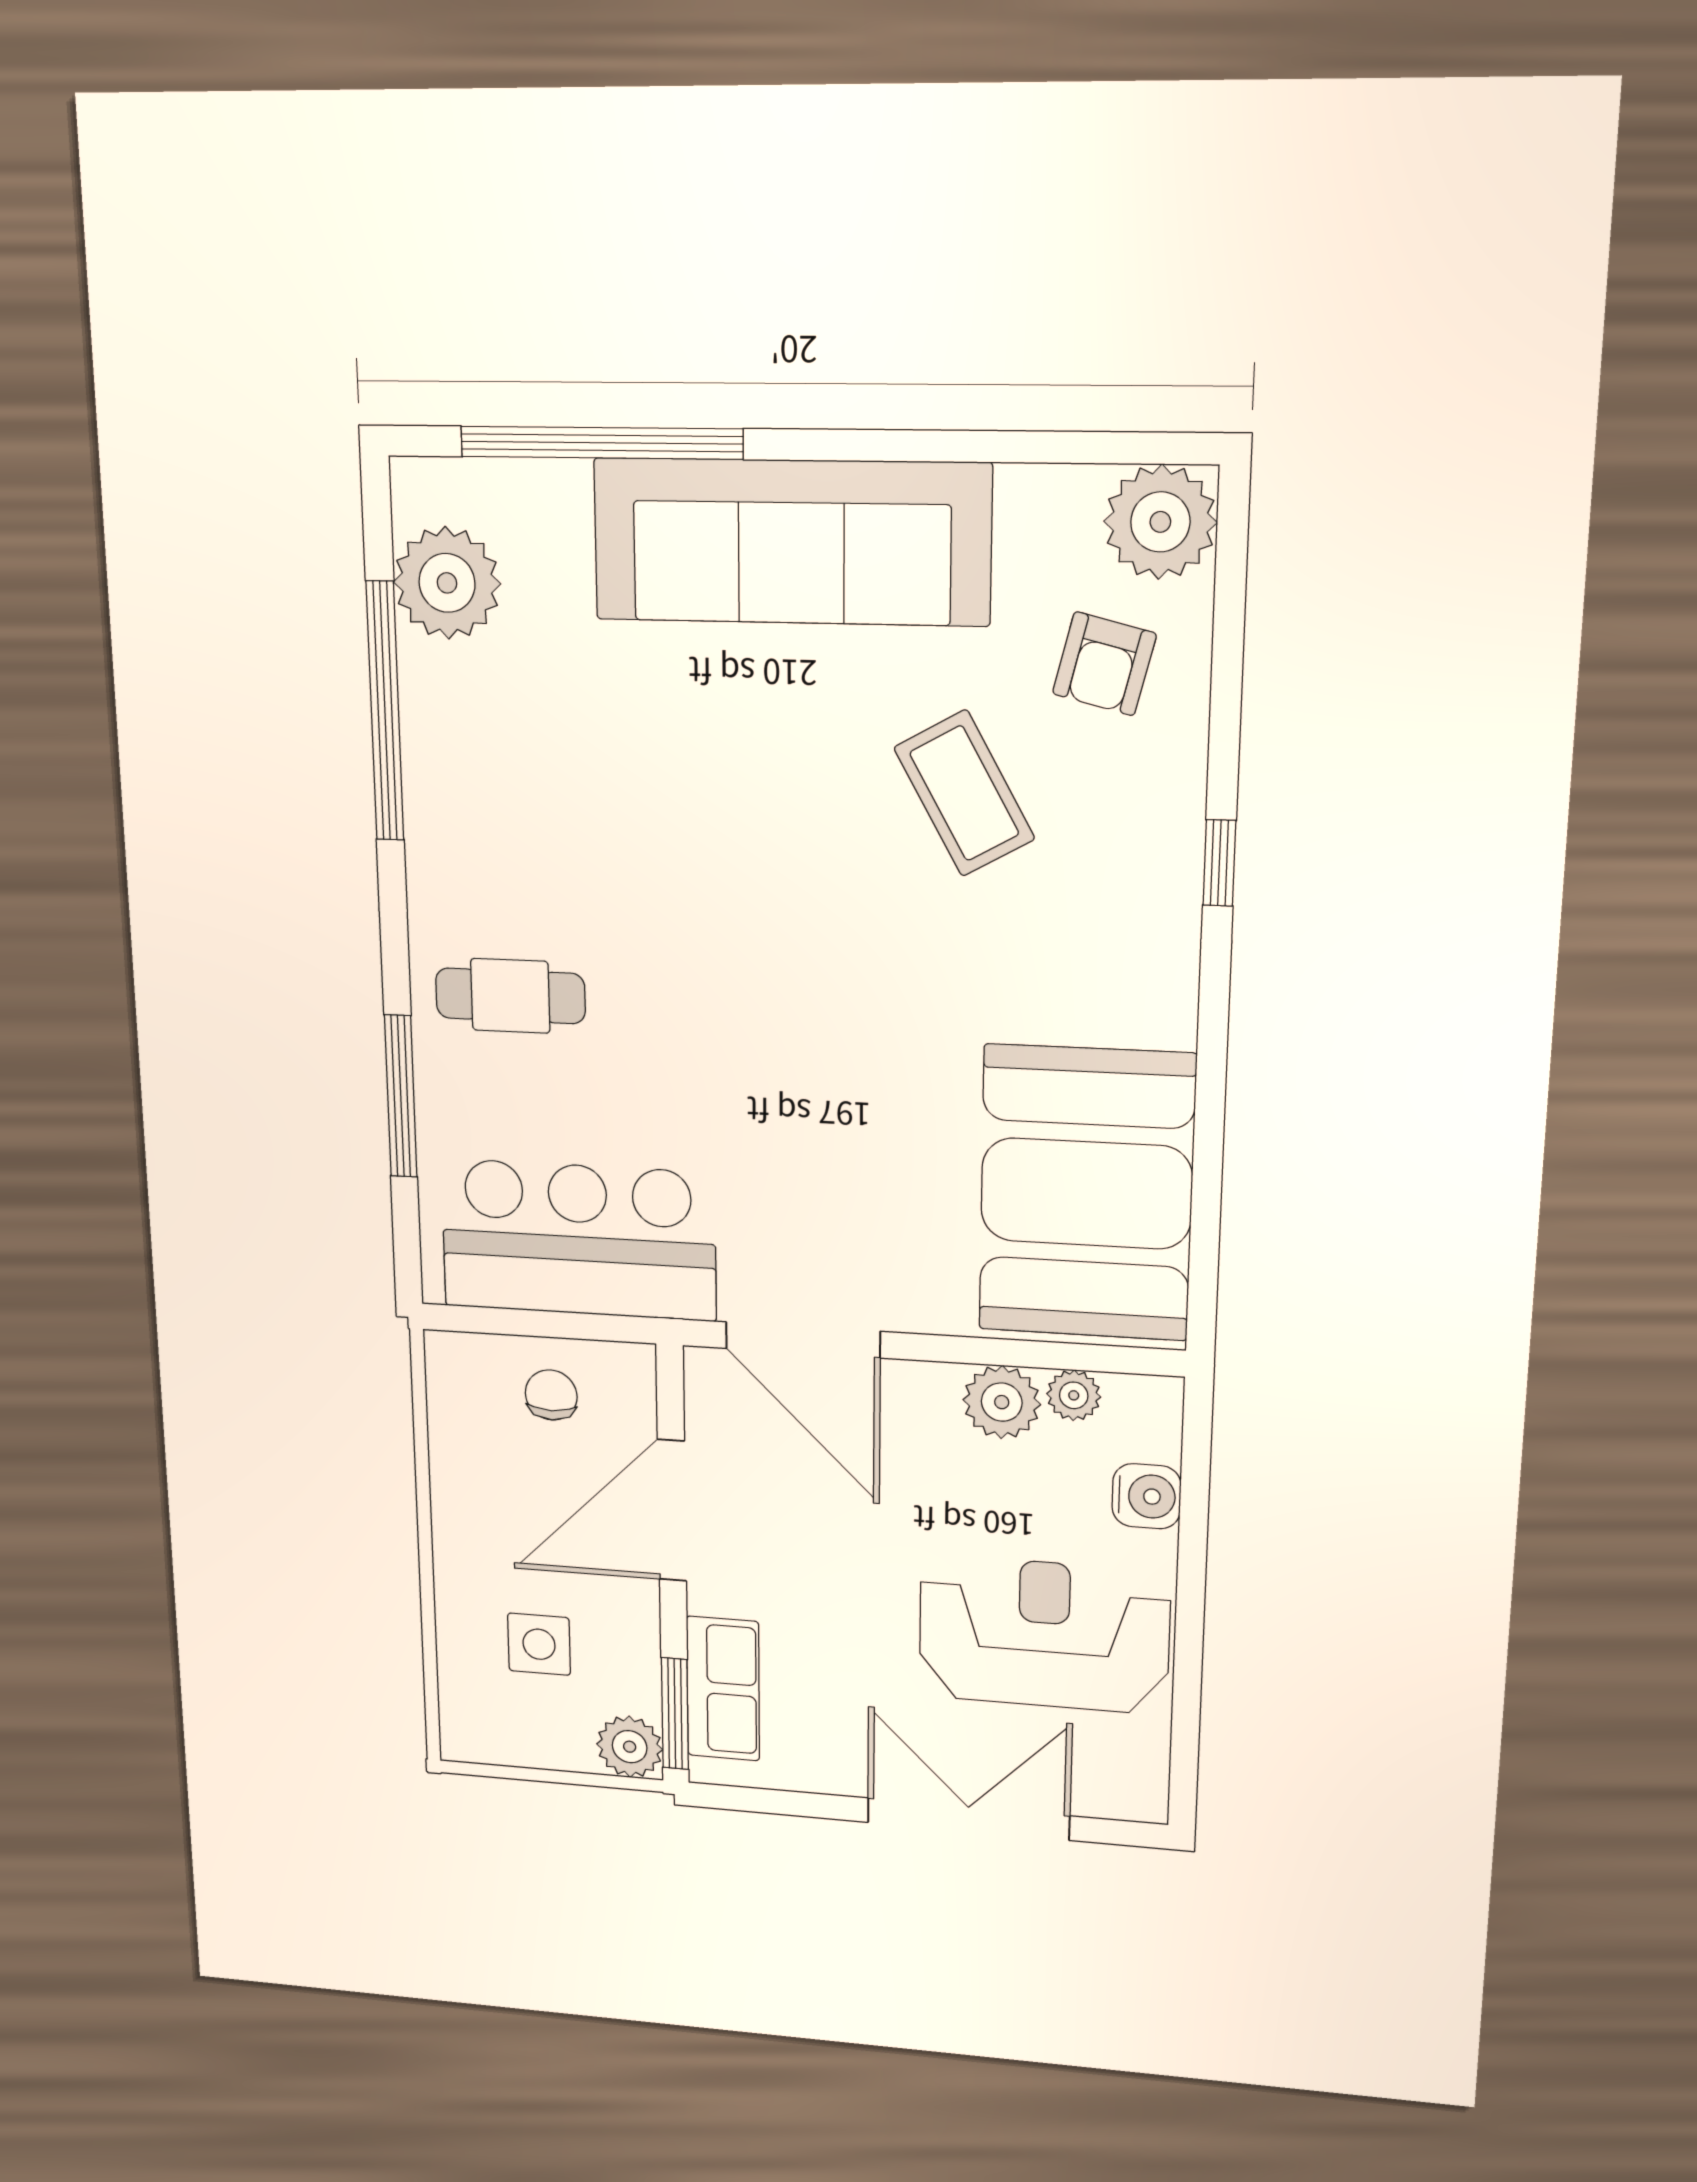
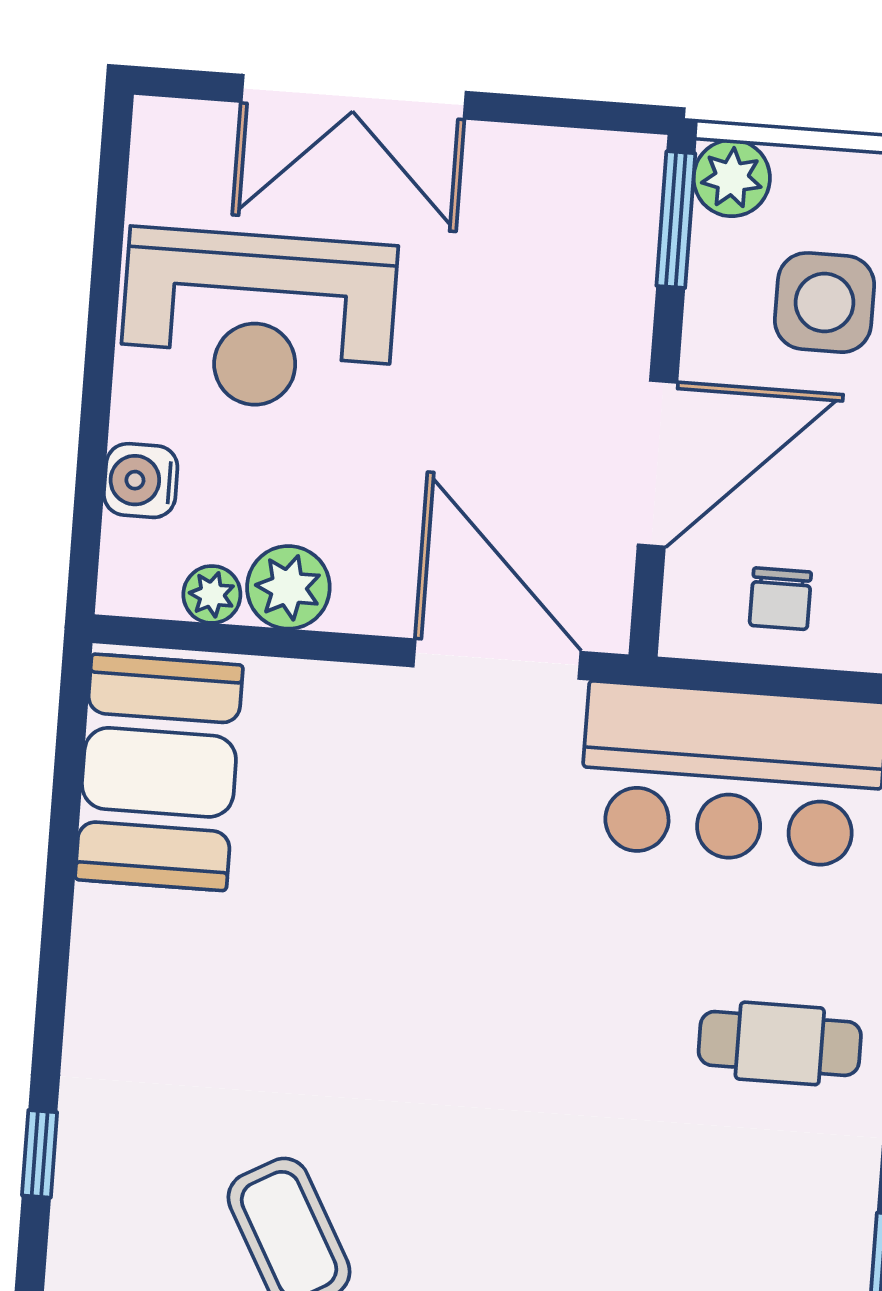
booth: (1086, 1193) -> (159, 772), width x0.73, depth x0.70
side table: (539, 1644) -> (824, 303), width x1.37, depth x1.37
row of seats: (723, 1689) -> (618, 251), removed

